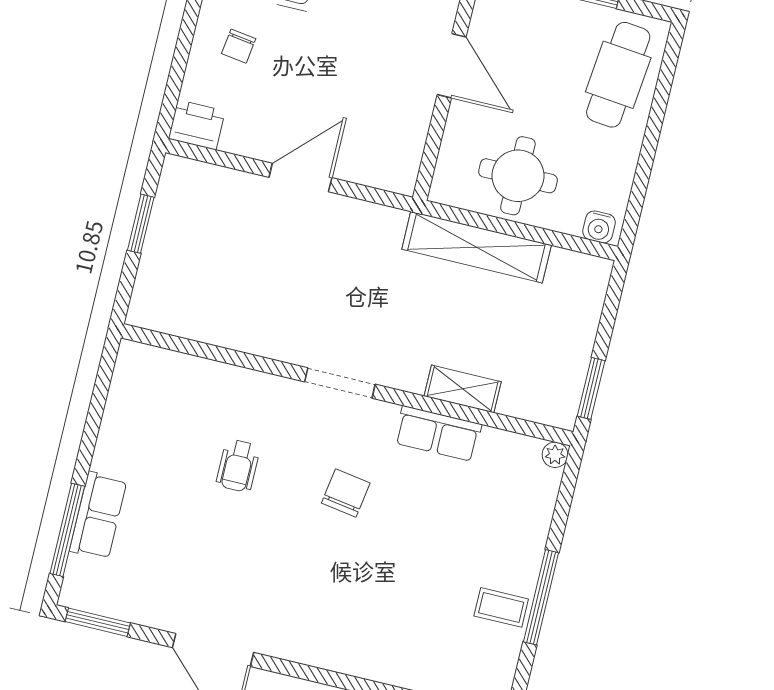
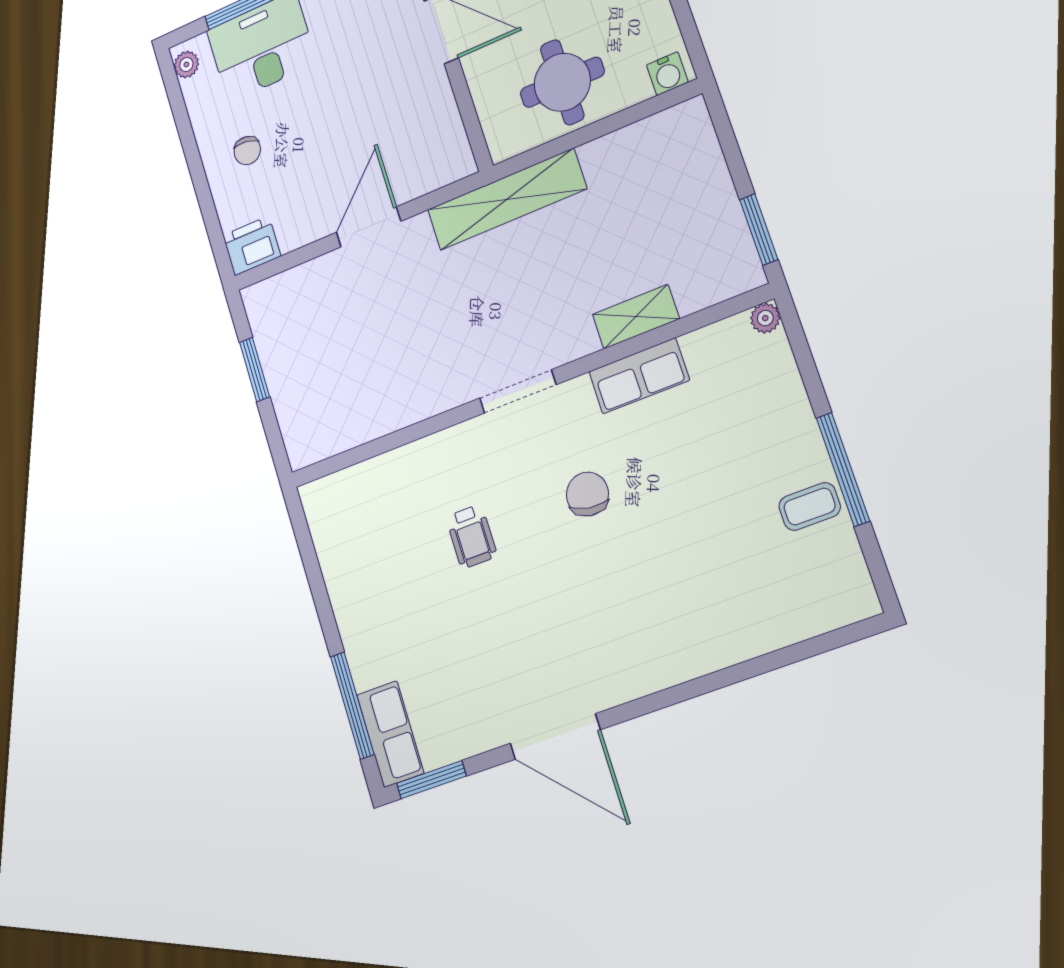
shelving: (477, 247) -> (507, 199), moved
row of seats: (98, 516) -> (390, 734), moved

